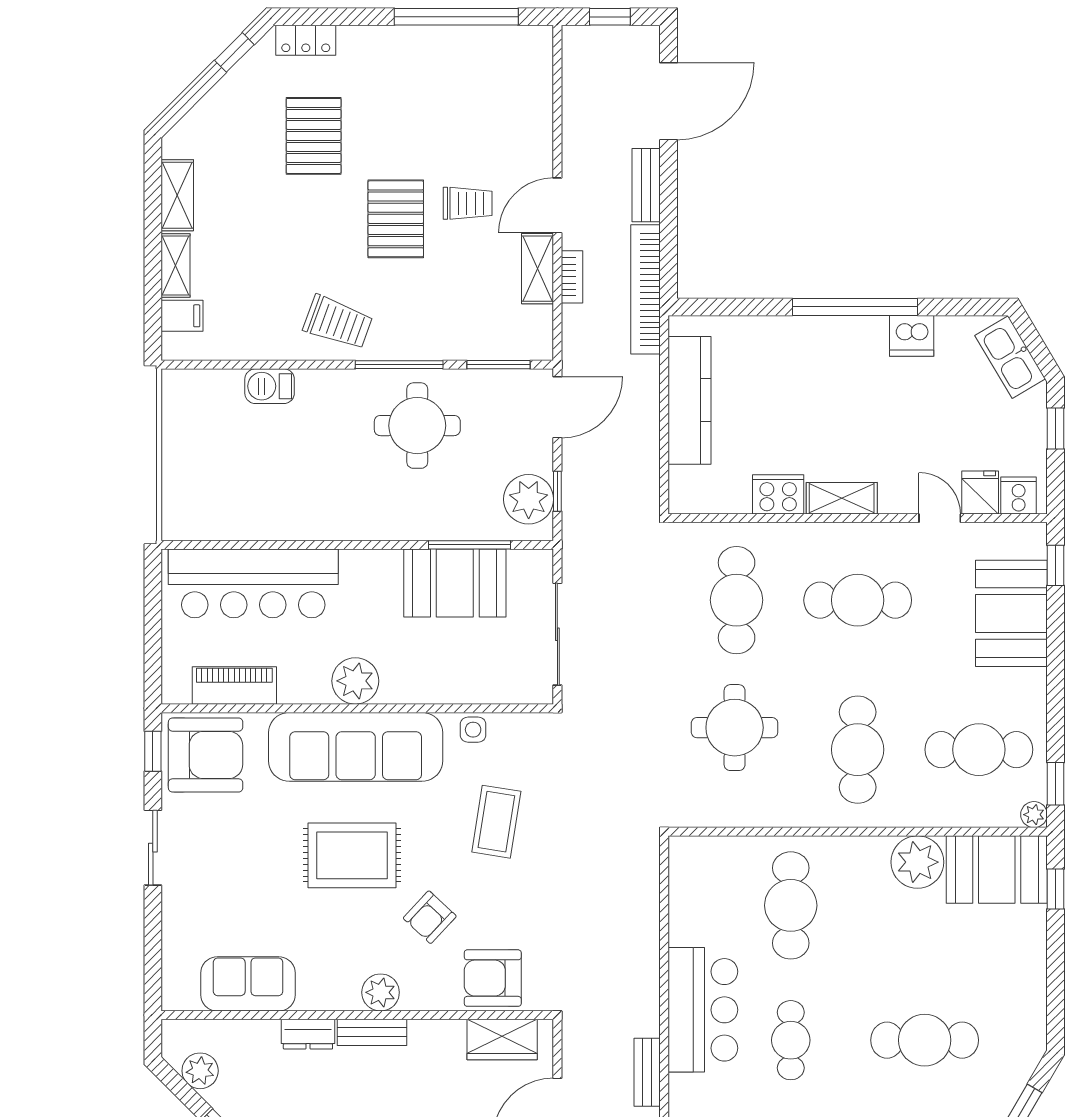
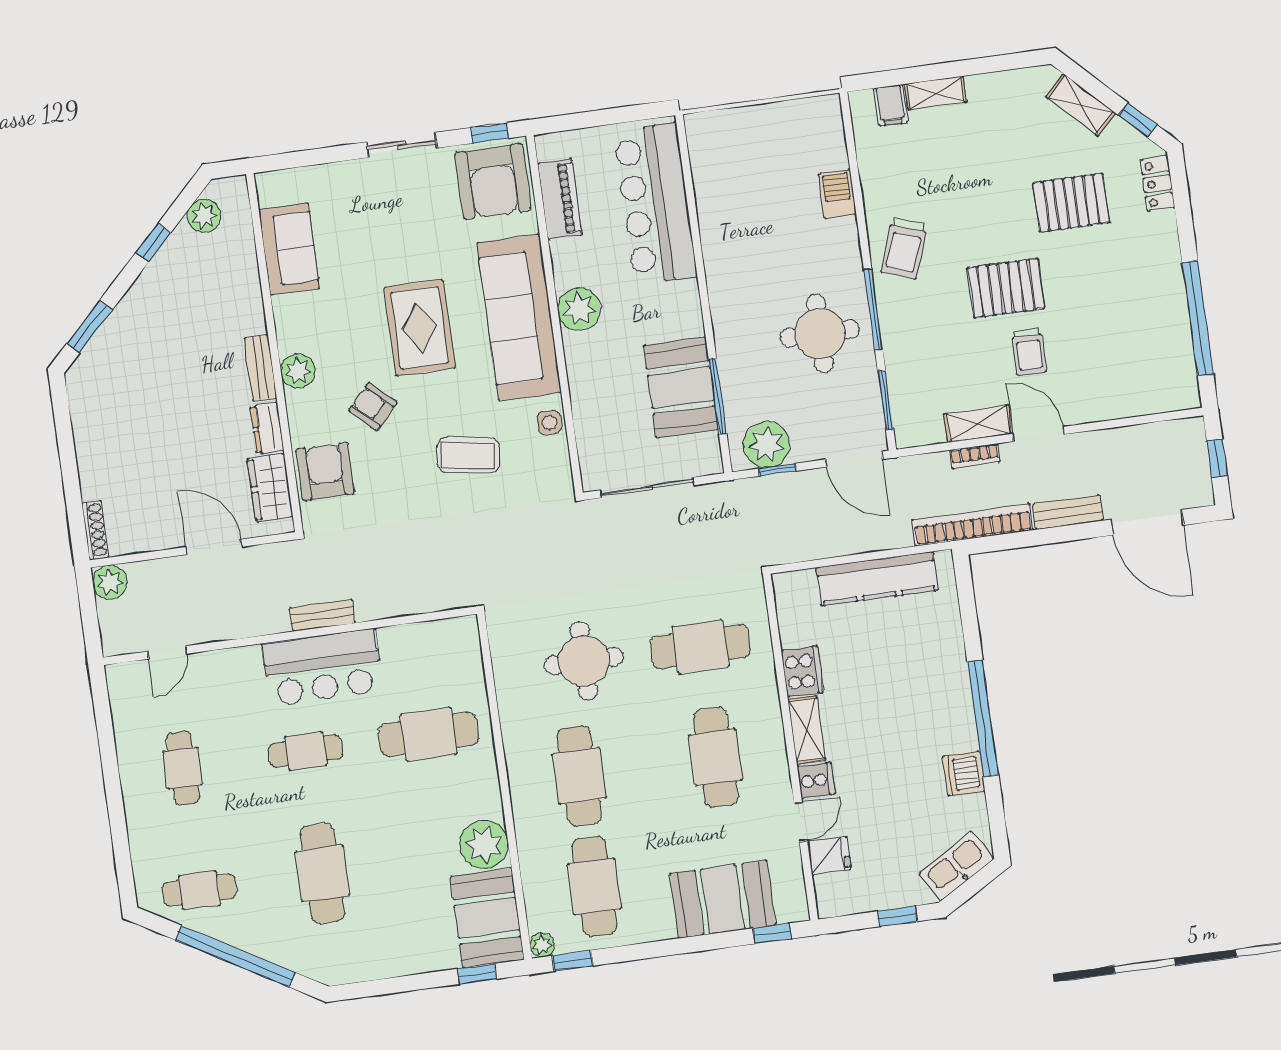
shelving: (177, 195) -> (1081, 105), moved, turned 45
cooker: (1019, 496) -> (816, 780), moved
cafe table: (858, 750) -> (579, 776), turned 90
dresser: (308, 1034) -> (267, 428), moved
bench: (647, 1072) -> (322, 615), moved

